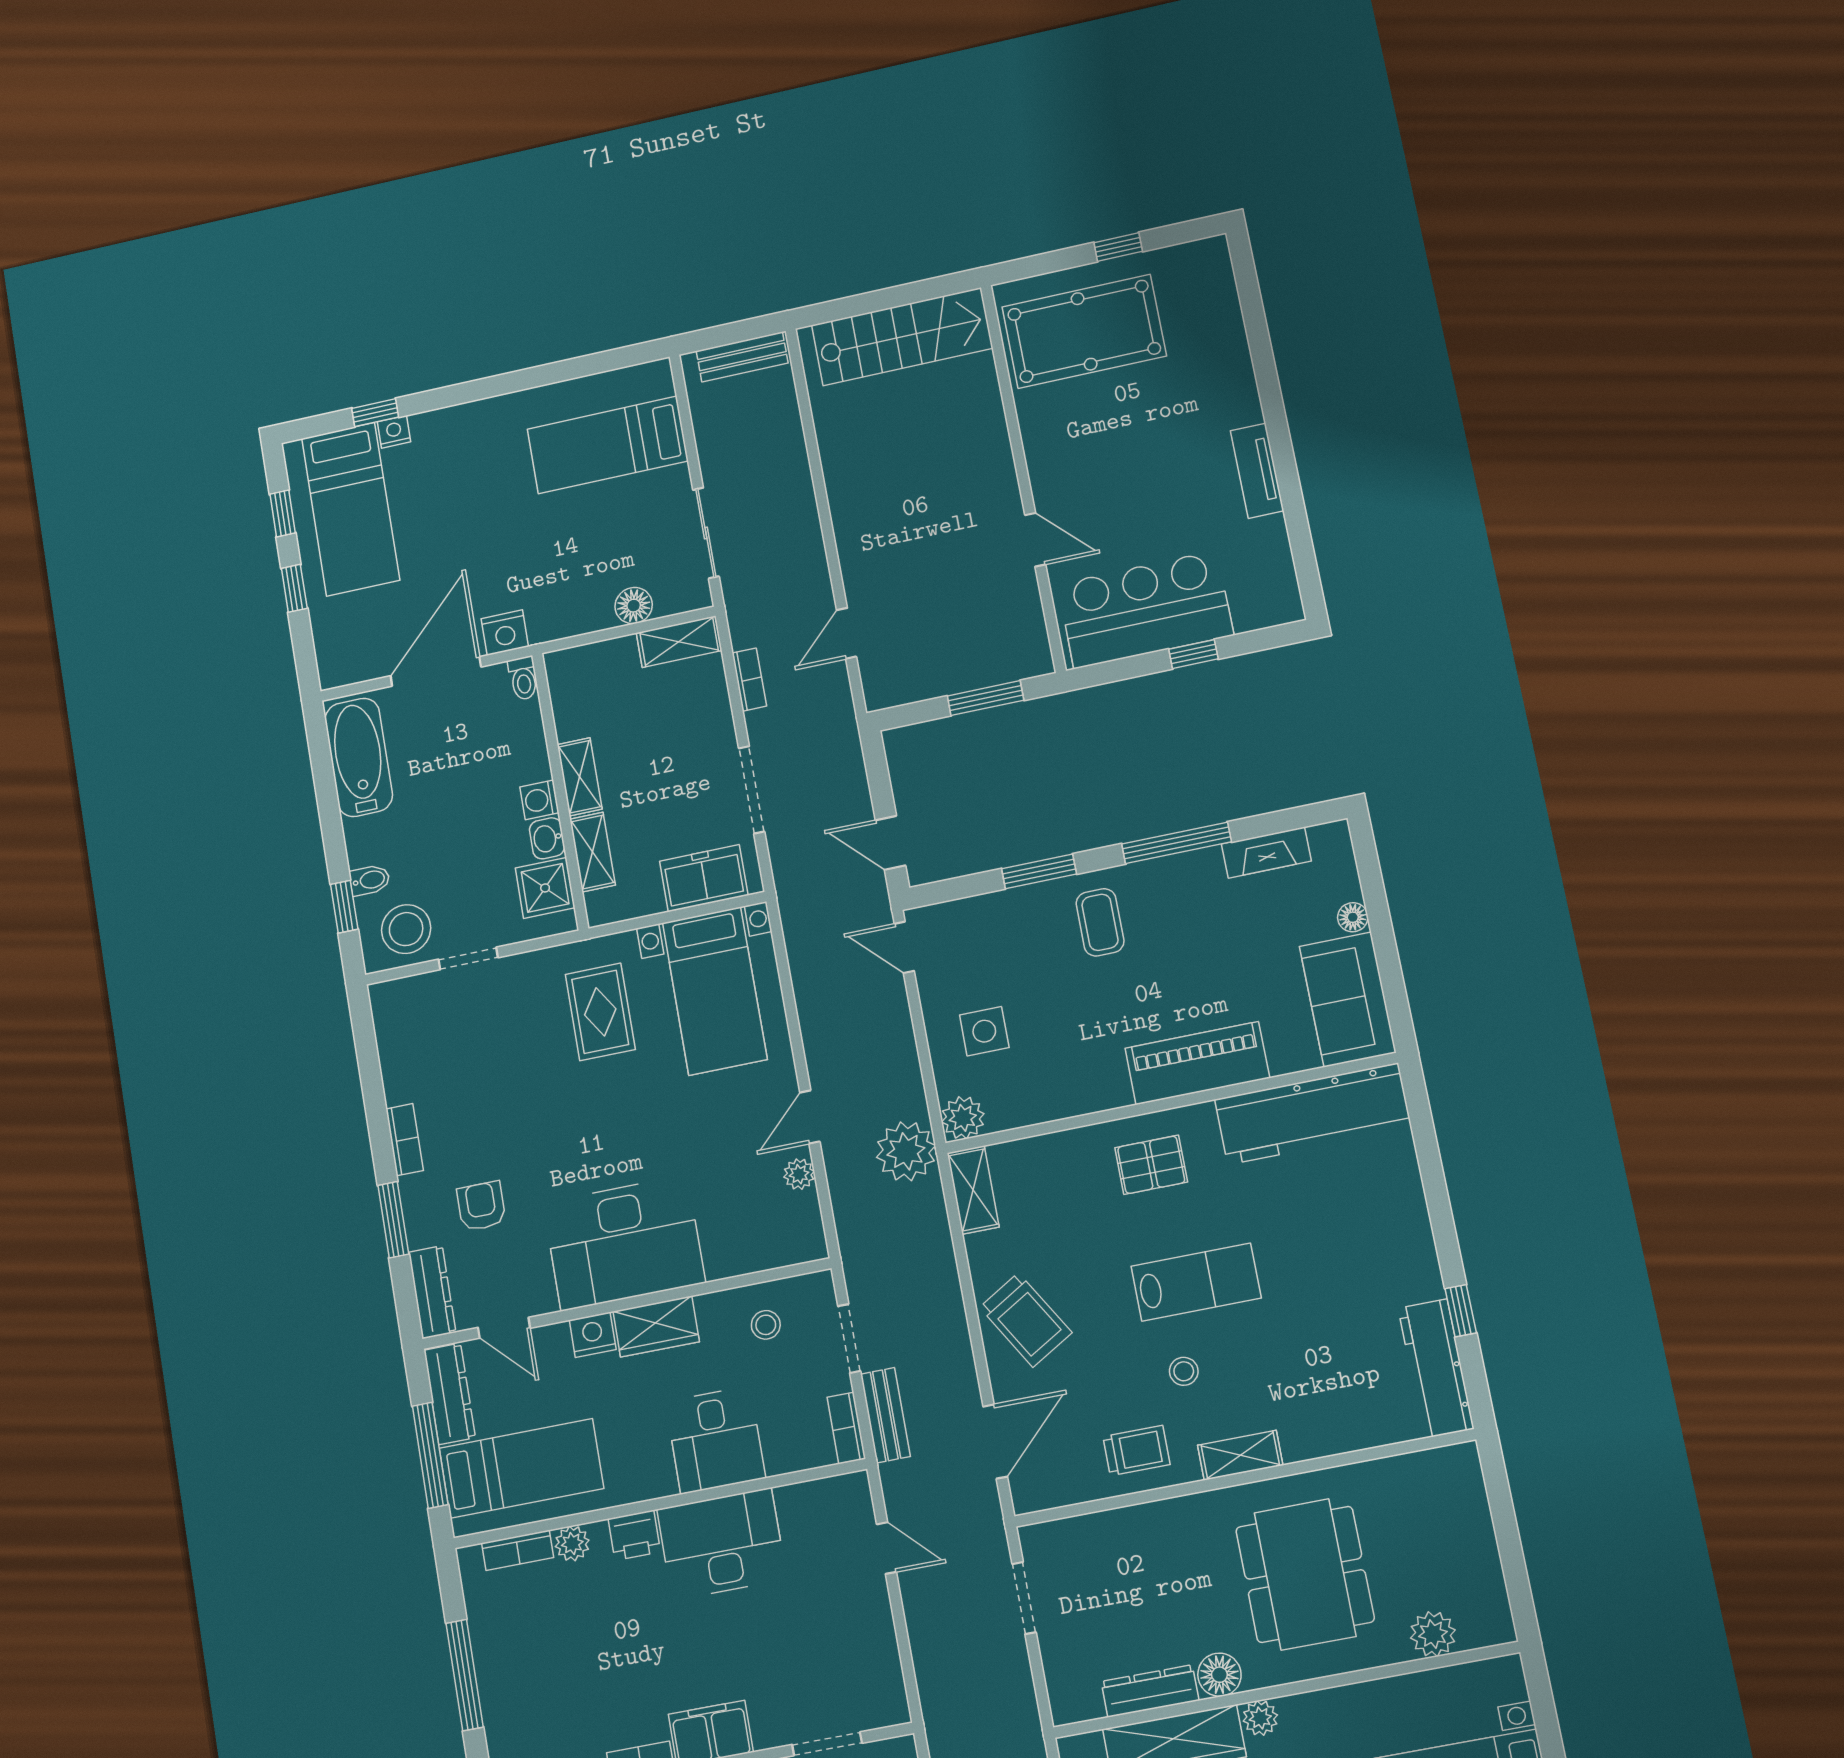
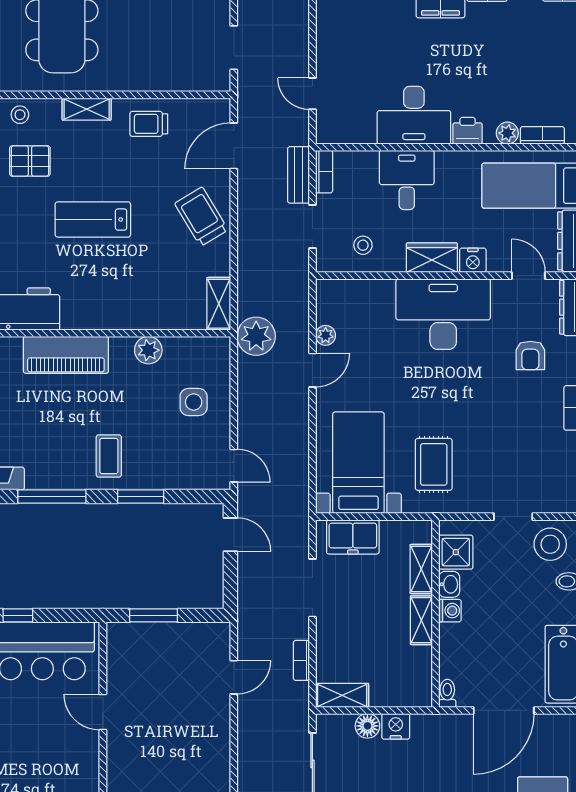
nightstand: (505, 633) -> (396, 726), moved
plant: (963, 1118) -> (148, 350), moved
pallet: (1151, 1165) -> (30, 161), moved
stool: (1184, 1371) -> (20, 115), moved

